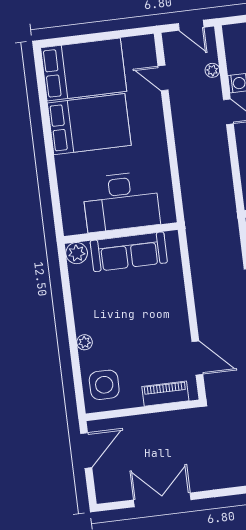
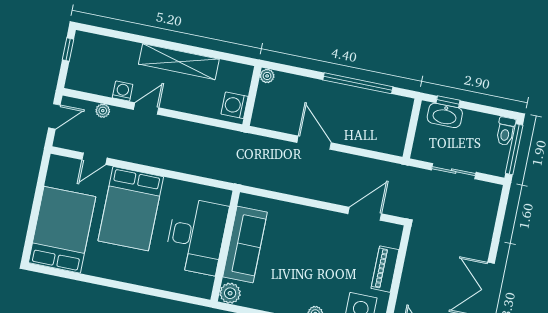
bed: (89, 124) -> (131, 209), moved, turned 180
piano: (165, 394) -> (385, 269), moved

